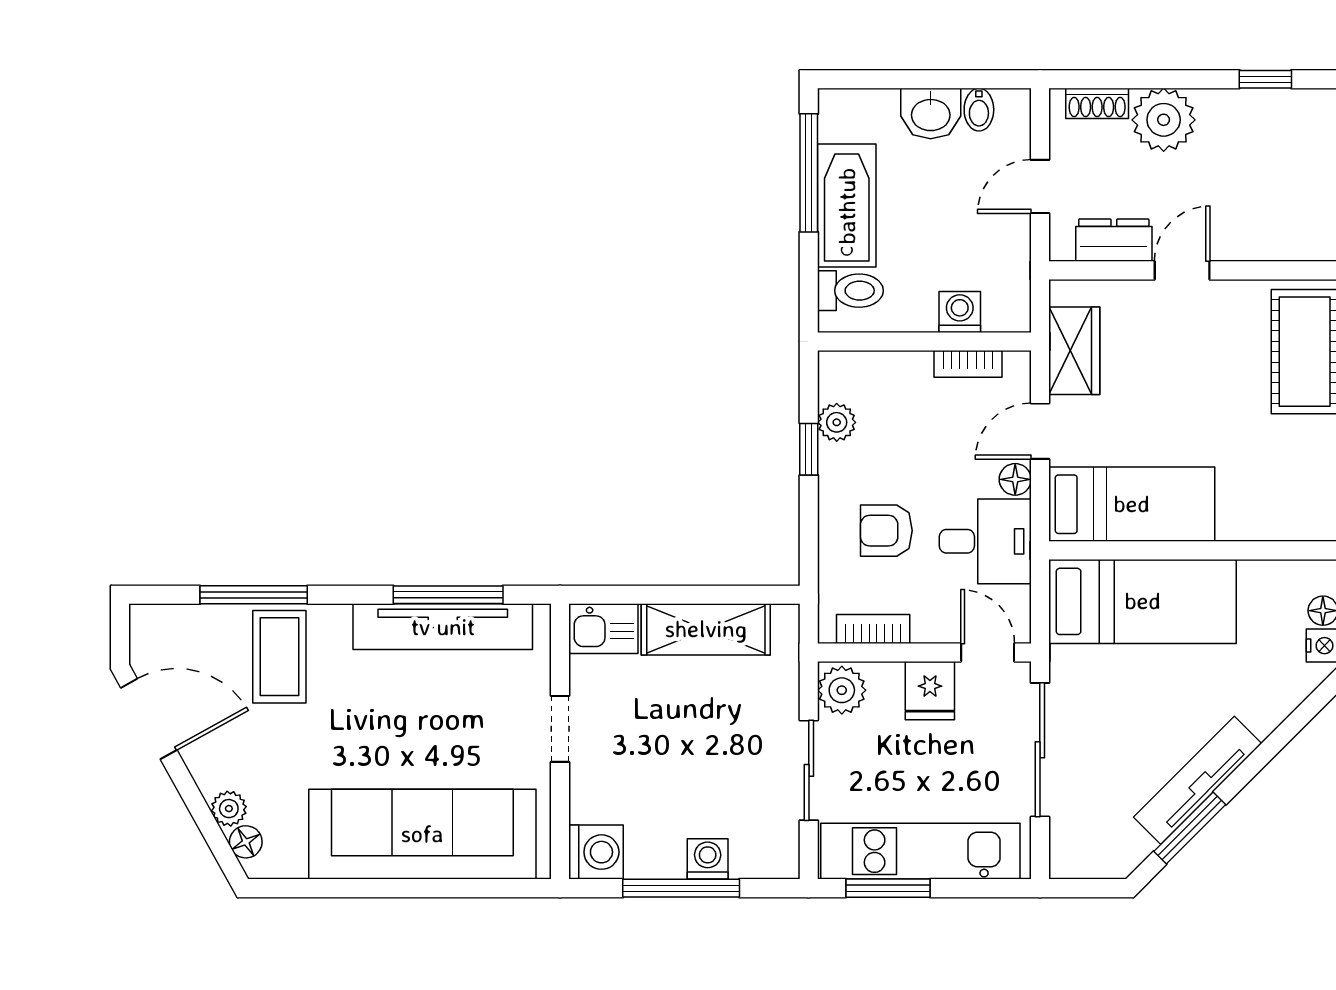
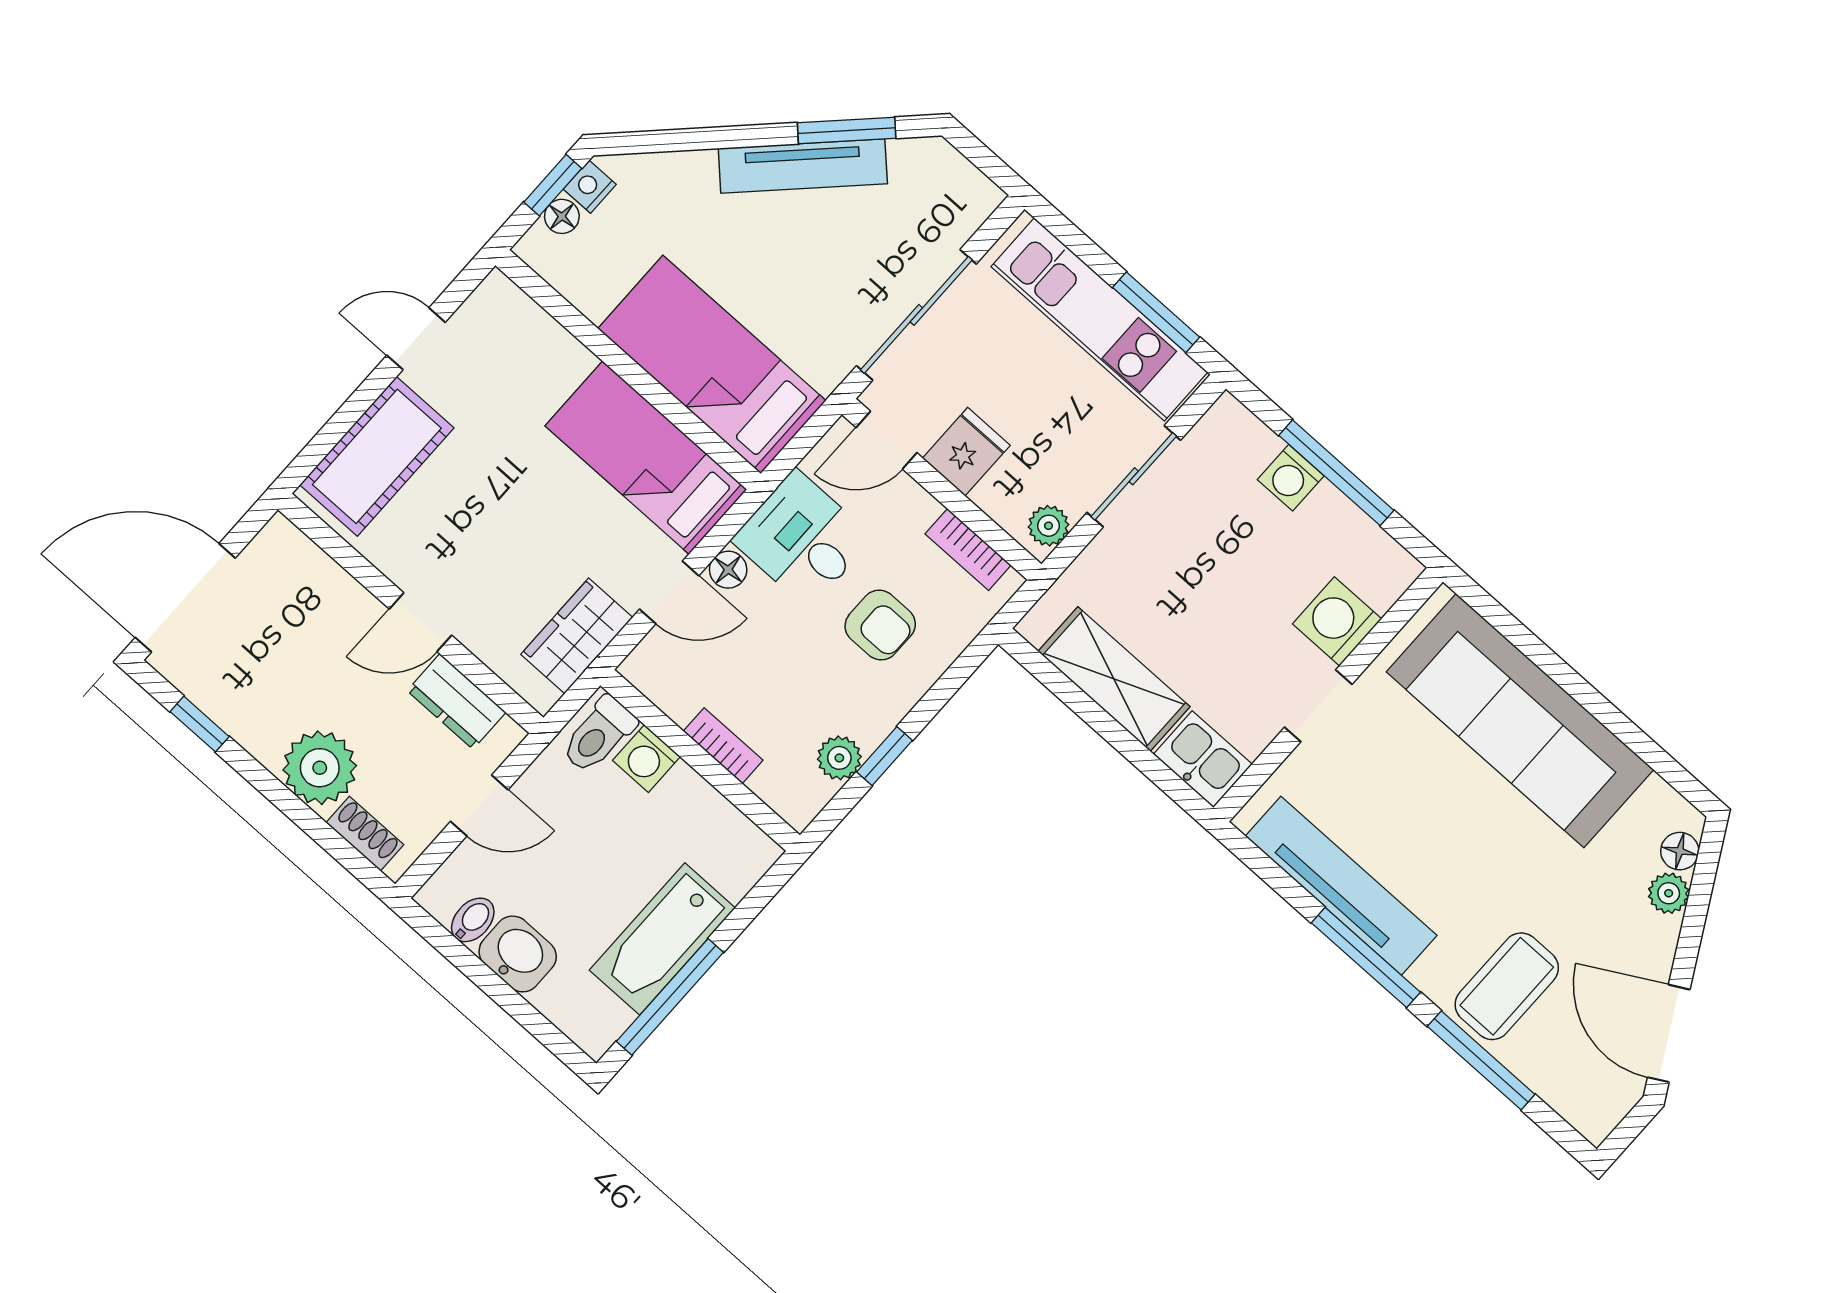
toilet: (850, 291) -> (599, 735), moved, turned -90
bookcase: (968, 364) -> (723, 746), moved
window: (448, 595) -> (1366, 957), moved
door: (988, 653) -> (886, 440), hinge flipped
plant: (842, 690) -> (1049, 526), width x0.73, depth x0.73
washing machine: (596, 852) -> (1337, 621), moved

